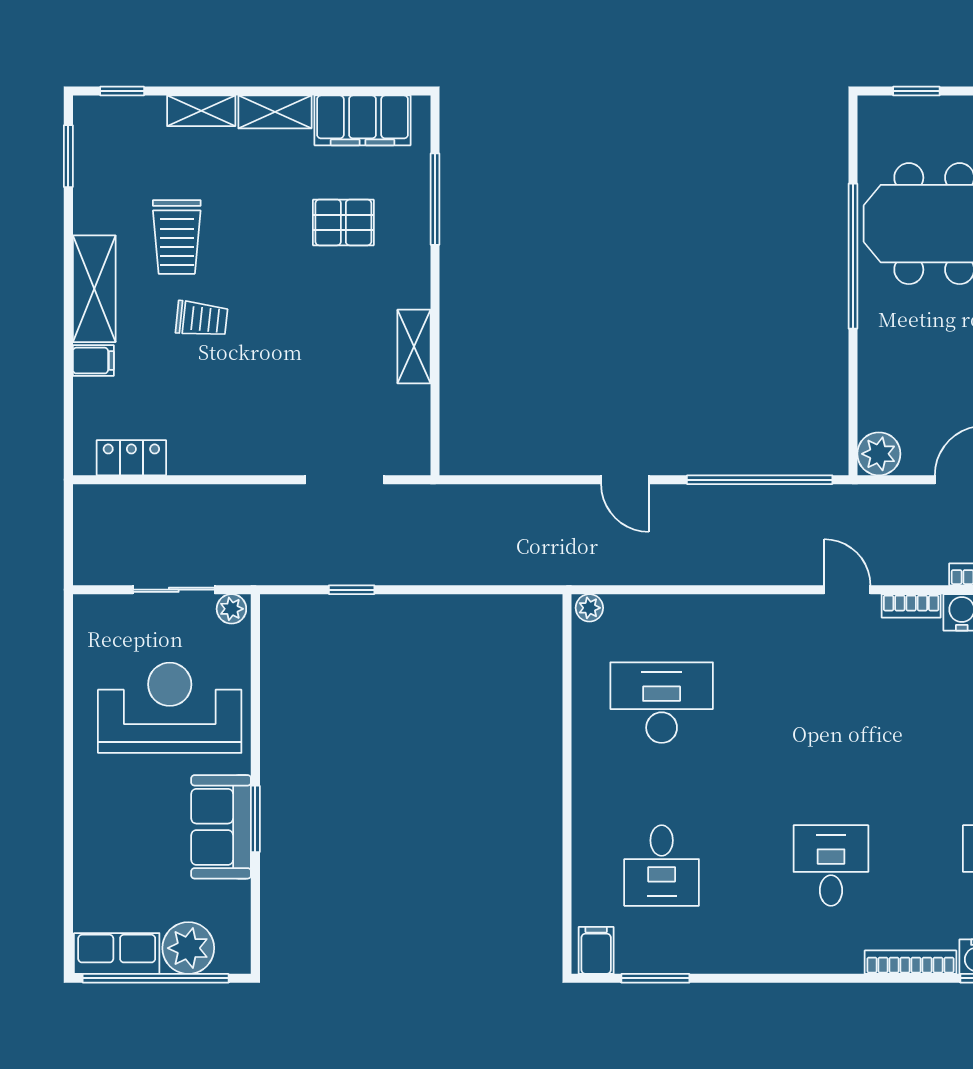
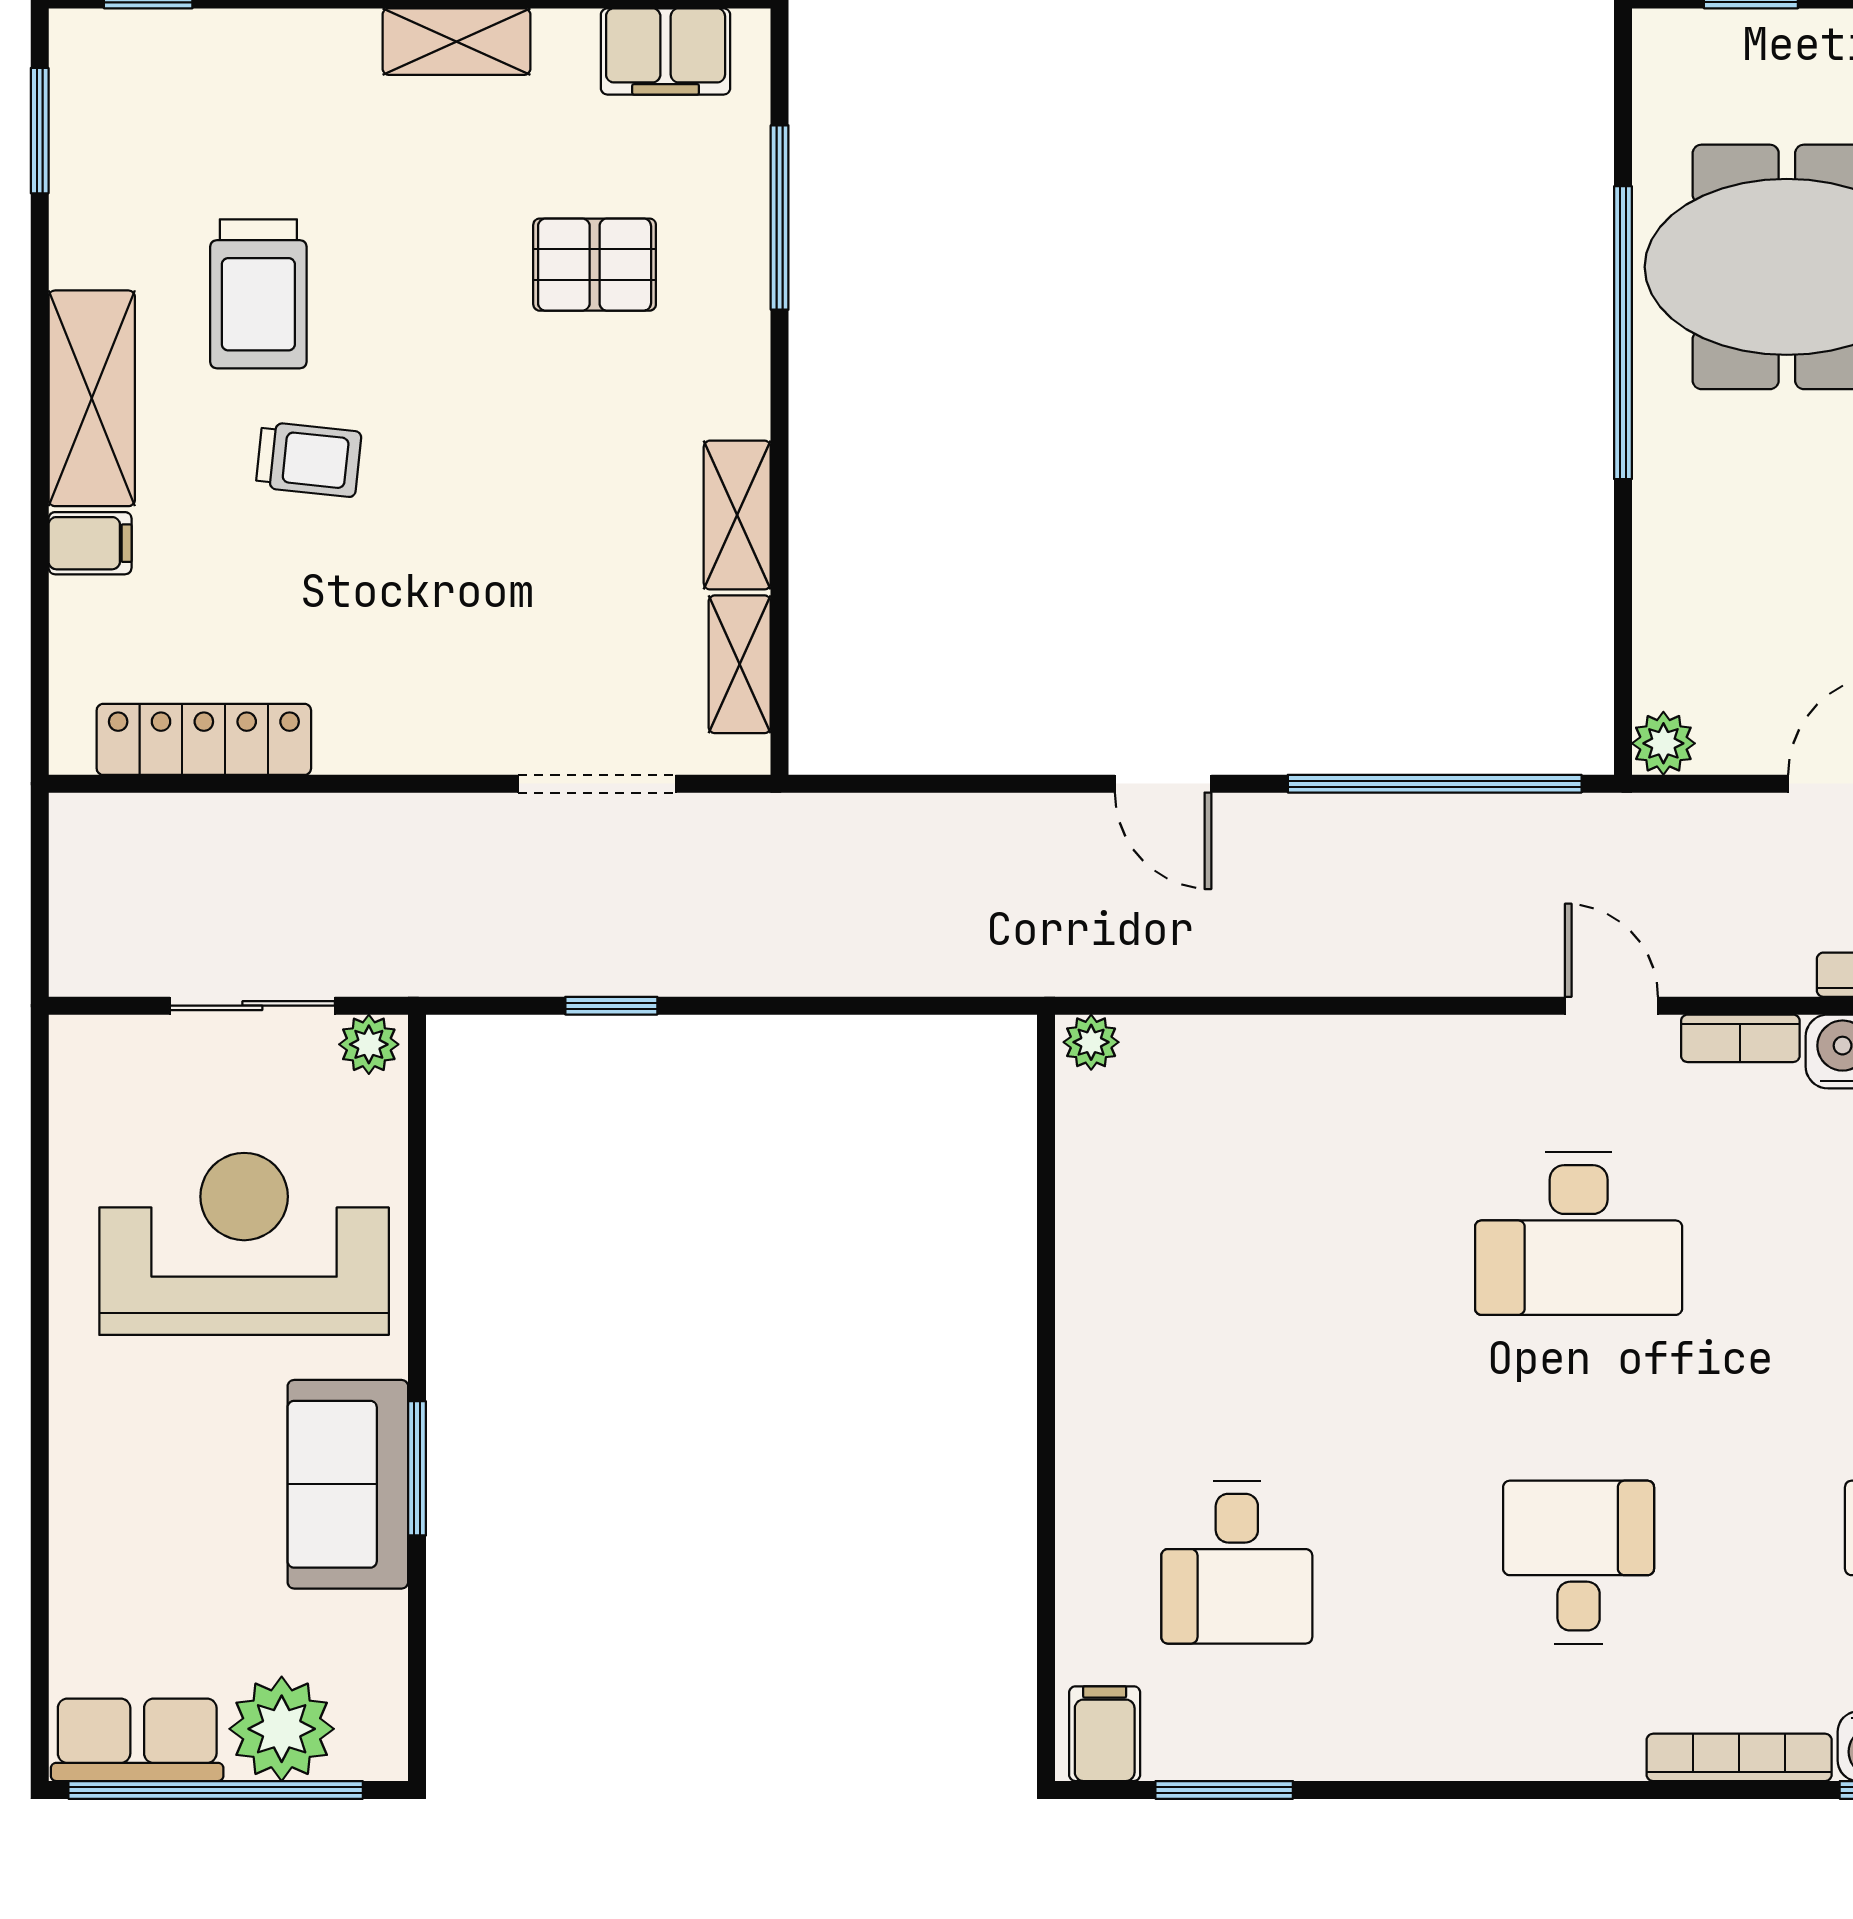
shelving: (201, 111) -> (740, 664), moved, turned 90
filing cabinet: (362, 120) -> (666, 51), width x0.67, depth x0.86
plant: (879, 454) -> (1663, 743), width x0.73, depth x0.73
locker: (131, 458) -> (204, 739), width x1.53
desk: (662, 703) -> (1579, 1233), moved, turned 180

